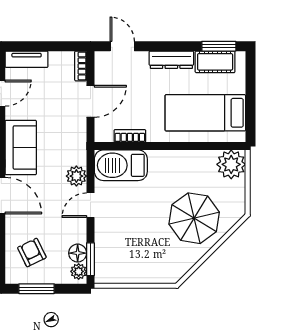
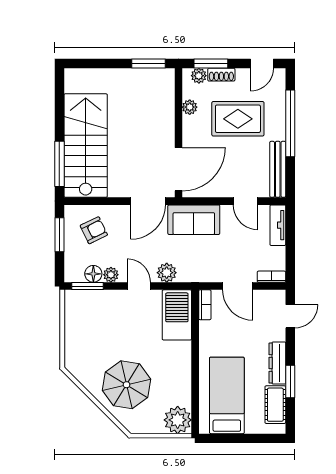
window: (219, 46) -> (290, 381), moved
bookcase: (130, 136) -> (205, 305), moved
plant: (79, 271) -> (111, 275), moved

